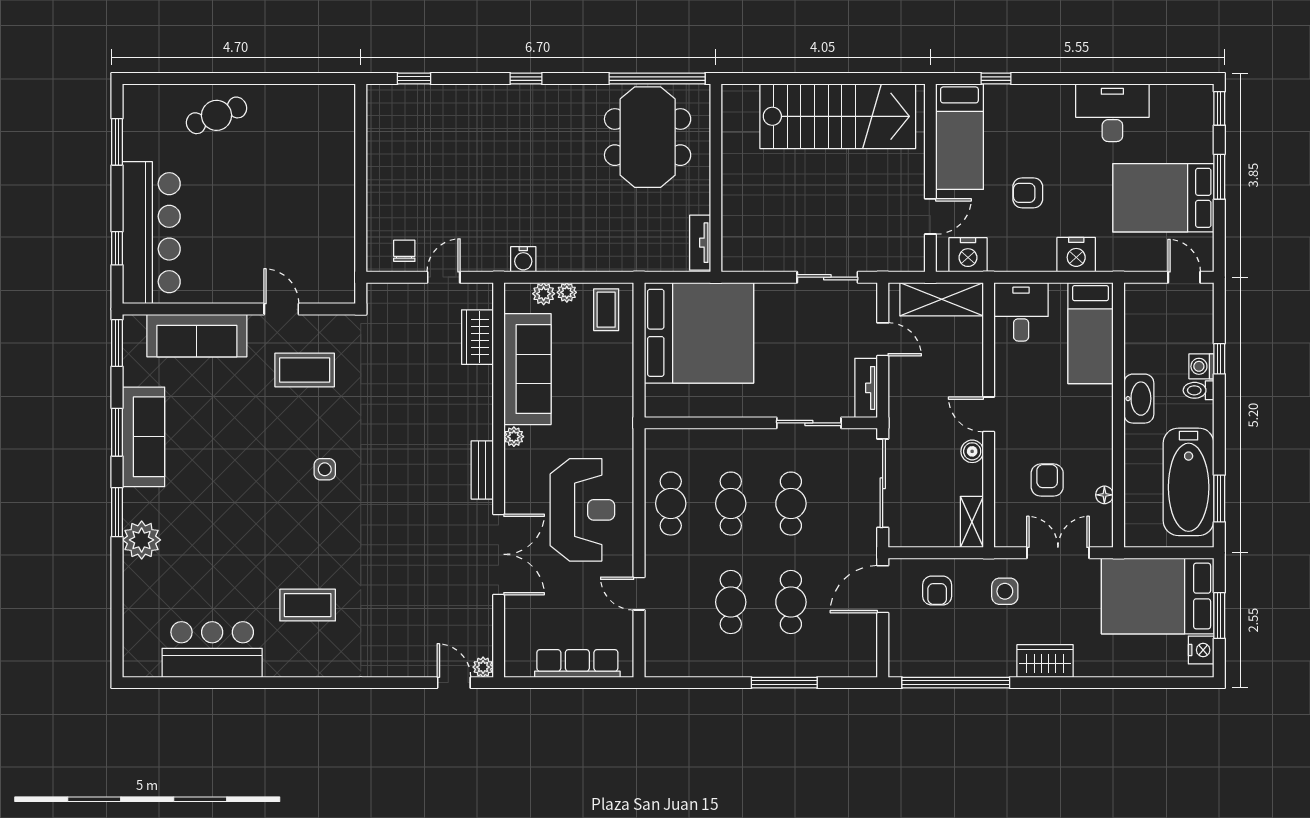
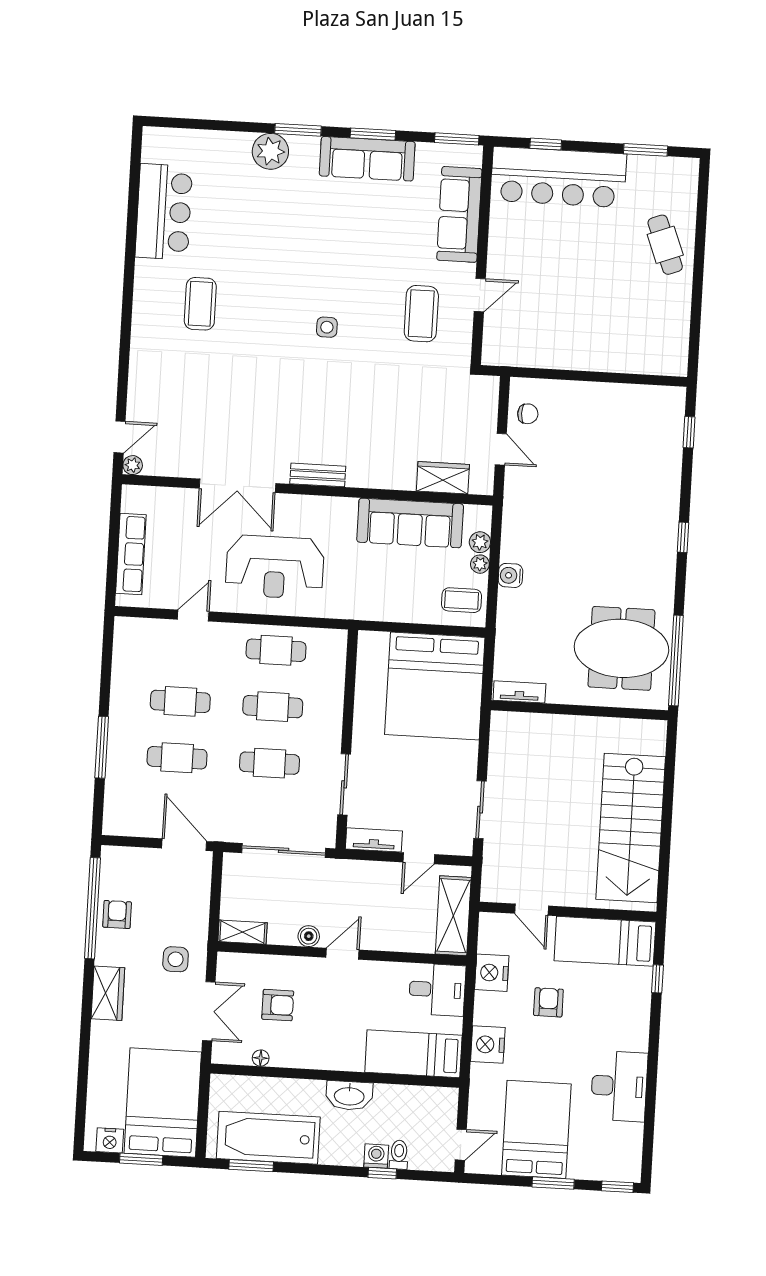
nightstand: (968, 255) -> (492, 973), moved
water cooler: (523, 259) -> (510, 575), moved
toilet: (1199, 390) -> (399, 1155), moved
plant: (514, 437) -> (347, 507), removed
armchair: (937, 591) -> (117, 914), moved, turned 90

